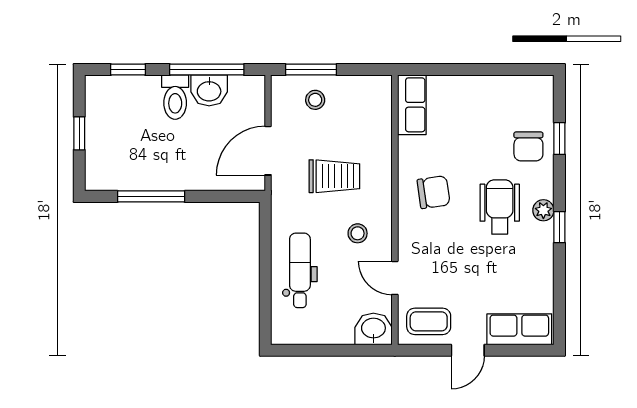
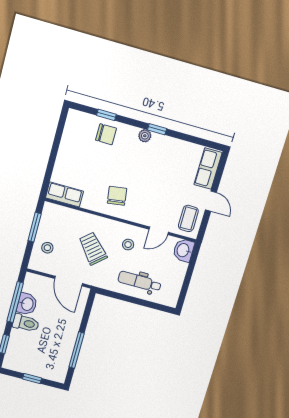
window: (311, 70) -> (35, 227), moved
trolley: (334, 176) -> (93, 249), turned -41
wheelchair: (500, 207) -> (136, 161), removed

